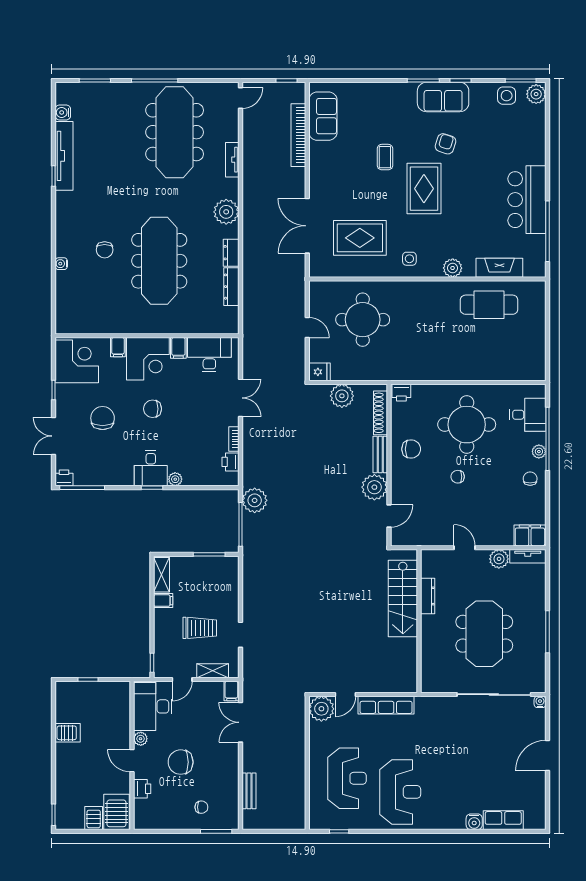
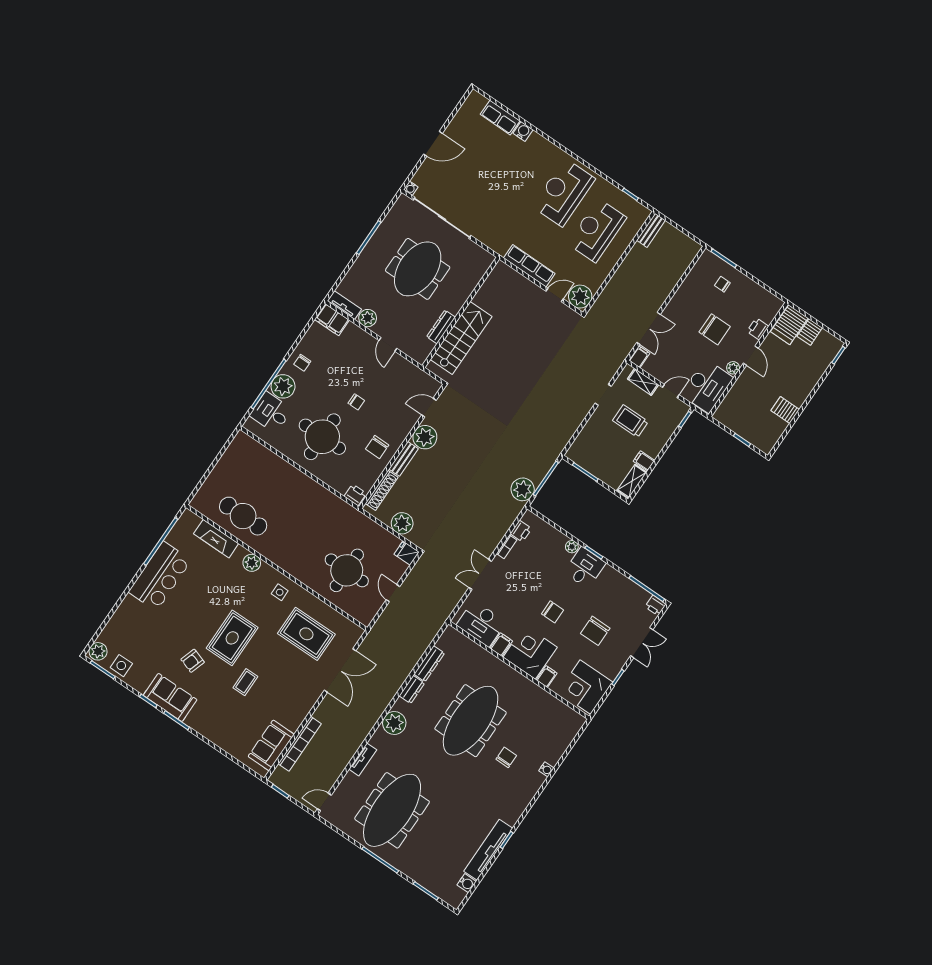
chair: (411, 449) -> (377, 447), turned -90
plant: (539, 452) -> (283, 386), width x1.87, depth x1.87
bench: (249, 791) -> (651, 230), moved

